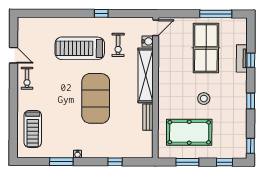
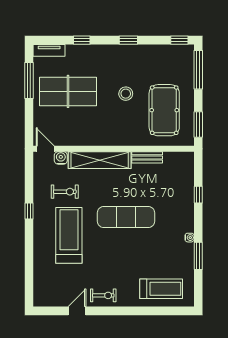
treadmill: (80, 48) -> (69, 235), turned 180
tv unit: (242, 58) -> (49, 50), moved
exercise mat: (96, 98) -> (126, 217), width x0.68
window: (187, 162) -> (198, 124), moved
window: (225, 162) -> (198, 70), width x2.17

